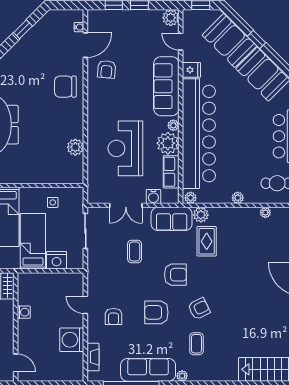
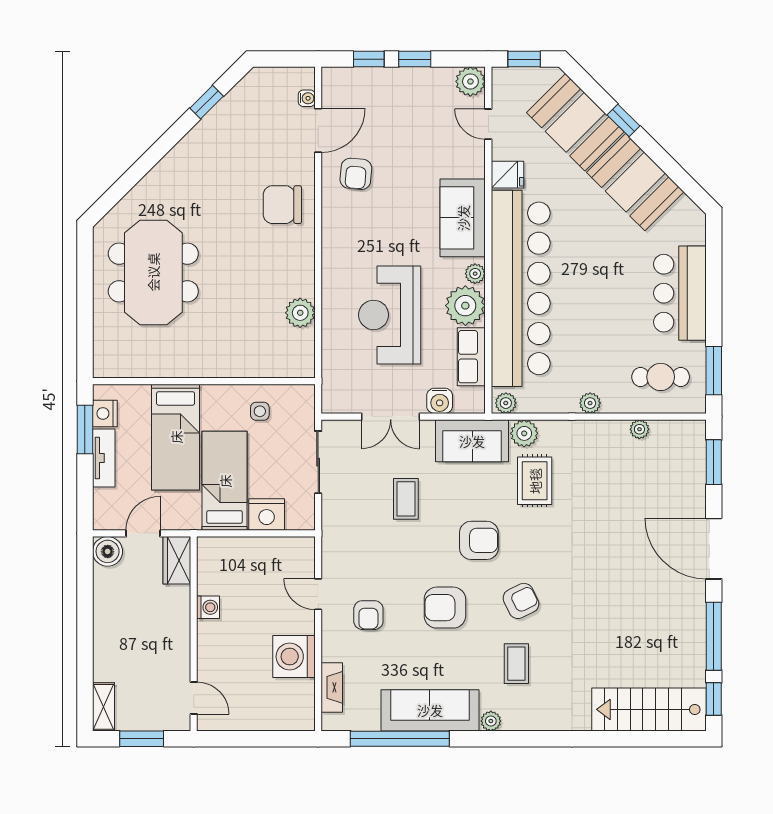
sofa: (166, 86) -> (463, 218), width x0.73

